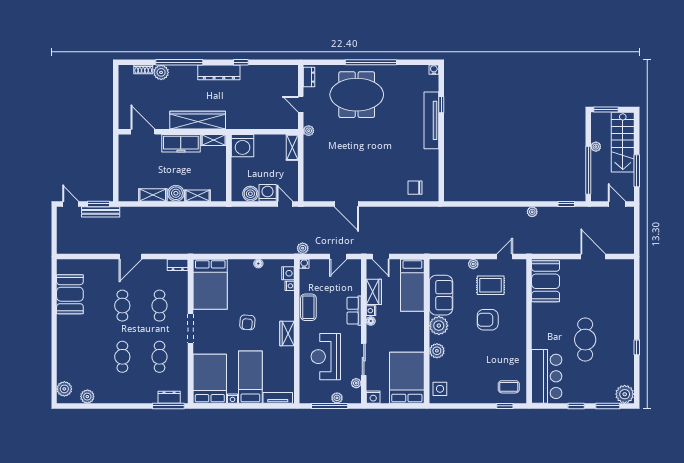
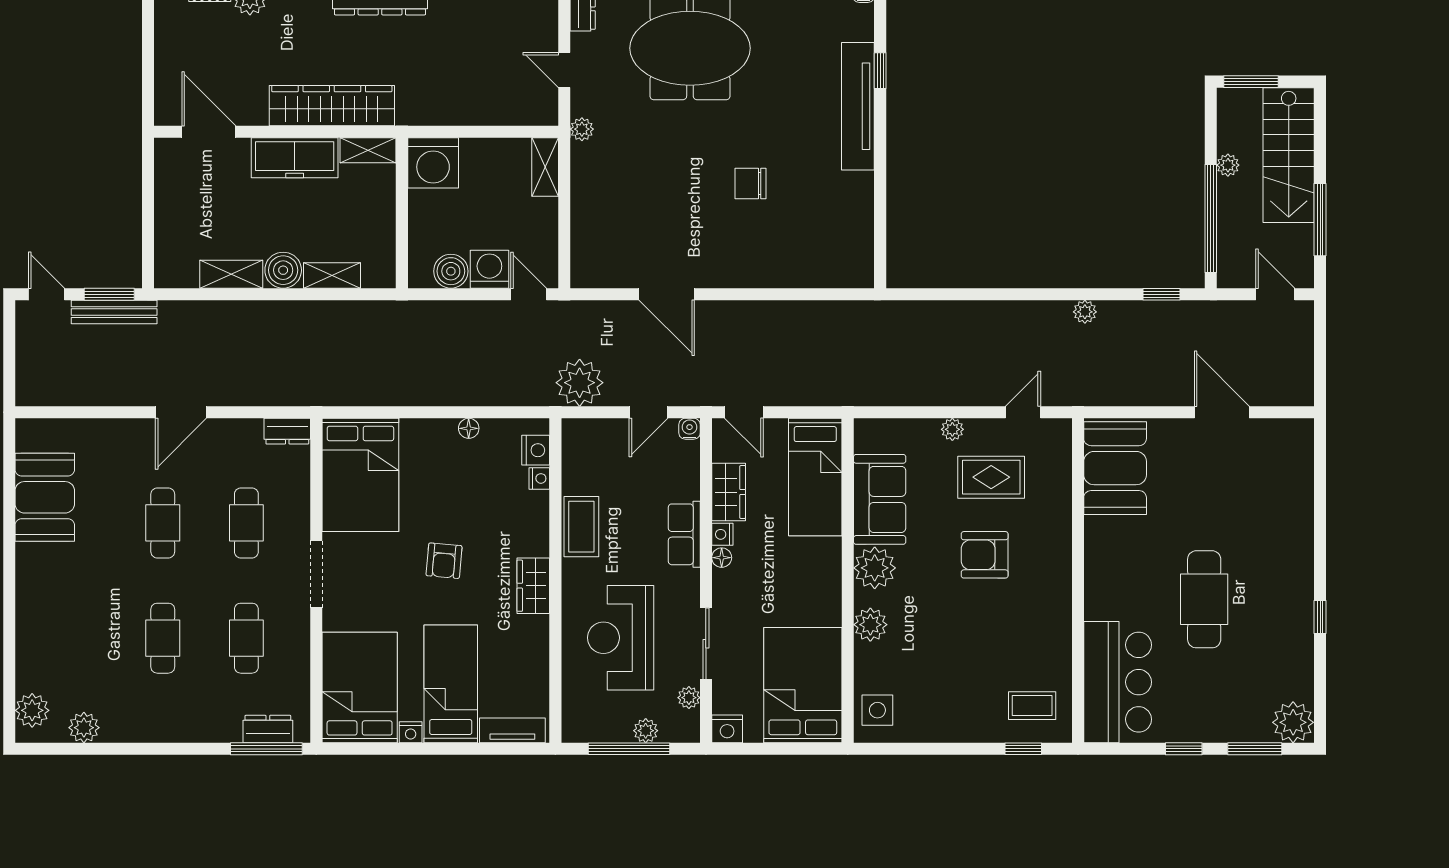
chair: (415, 188) -> (750, 184), moved
plant: (303, 248) -> (580, 383), width x1.88, depth x1.88
water cooler: (304, 264) -> (690, 429), moved

